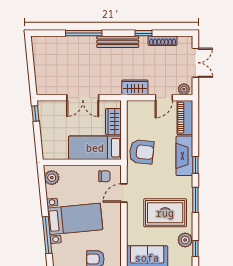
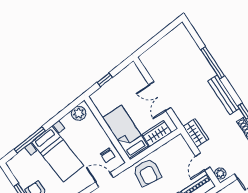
door: (164, 98) -> (203, 162), hinge flipped
window: (35, 113) -> (105, 80), moved

